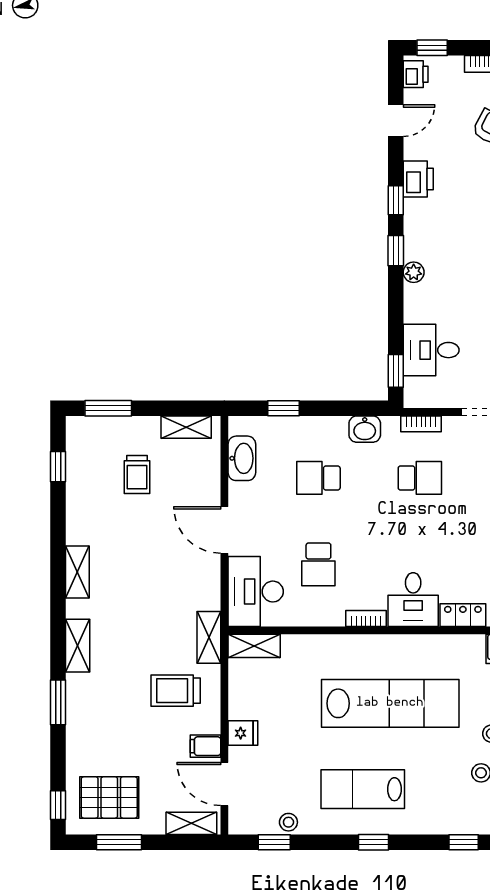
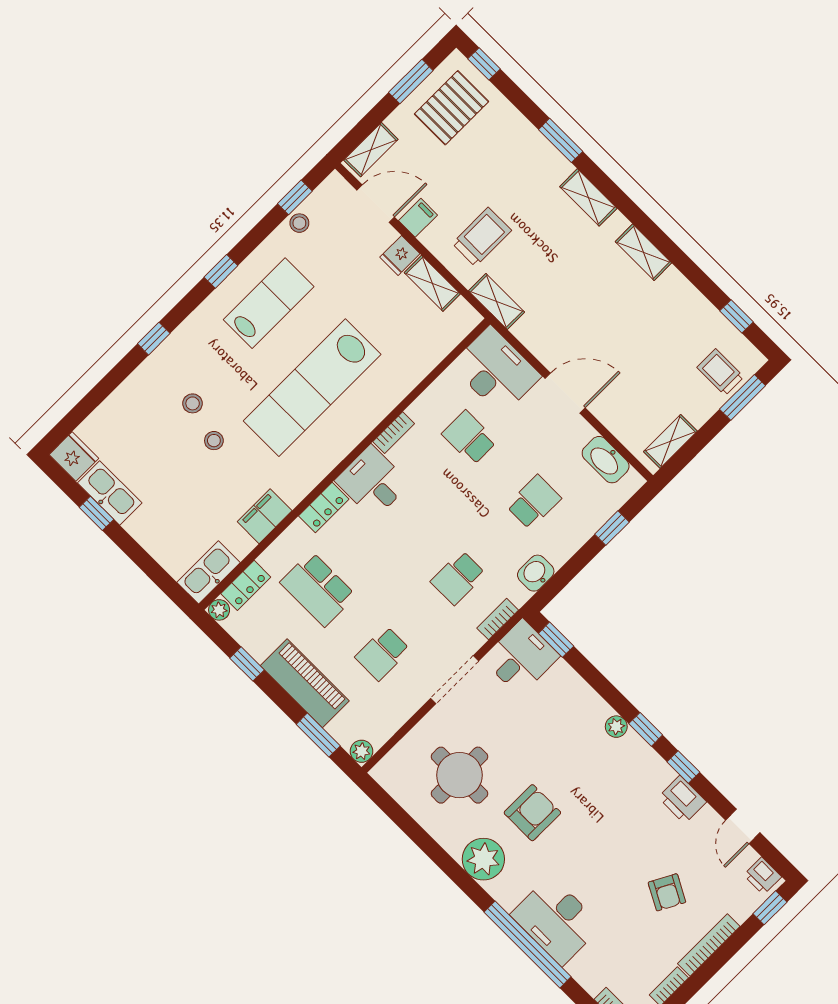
desk: (431, 350) -> (521, 657), moved
trolley: (137, 474) -> (720, 372), moved
shelving: (254, 646) -> (432, 283), moved, turned 90

